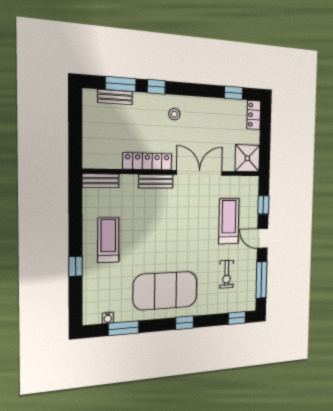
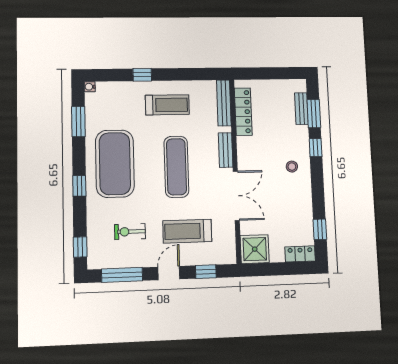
locker: (147, 161) -> (243, 112), moved
bench: (101, 181) -> (224, 103), width x1.36
treadmill: (229, 221) -> (187, 231), turned 180
exercise mat: (170, 231) -> (176, 167), added
water cooler: (108, 318) -> (90, 87), moved

